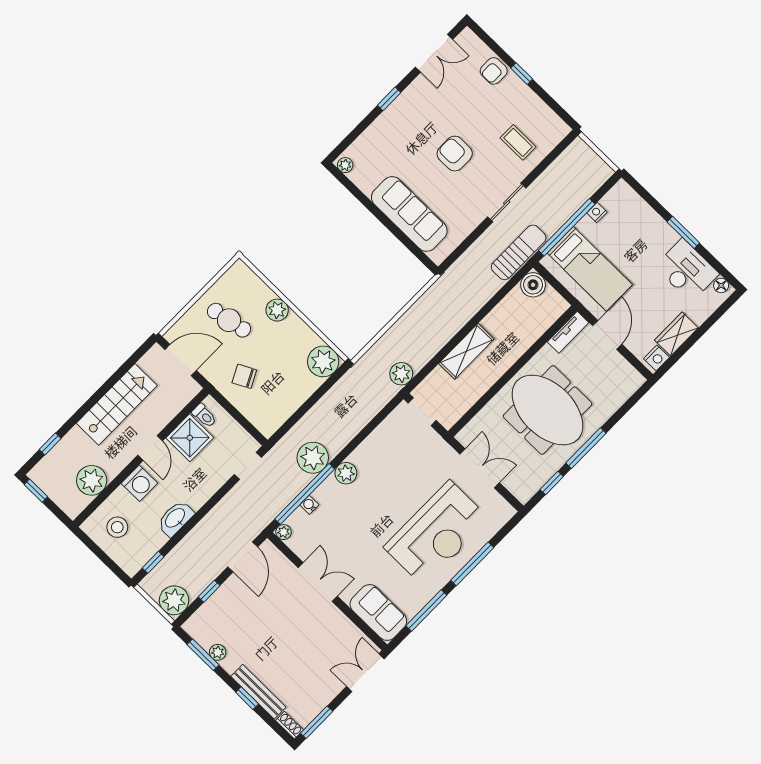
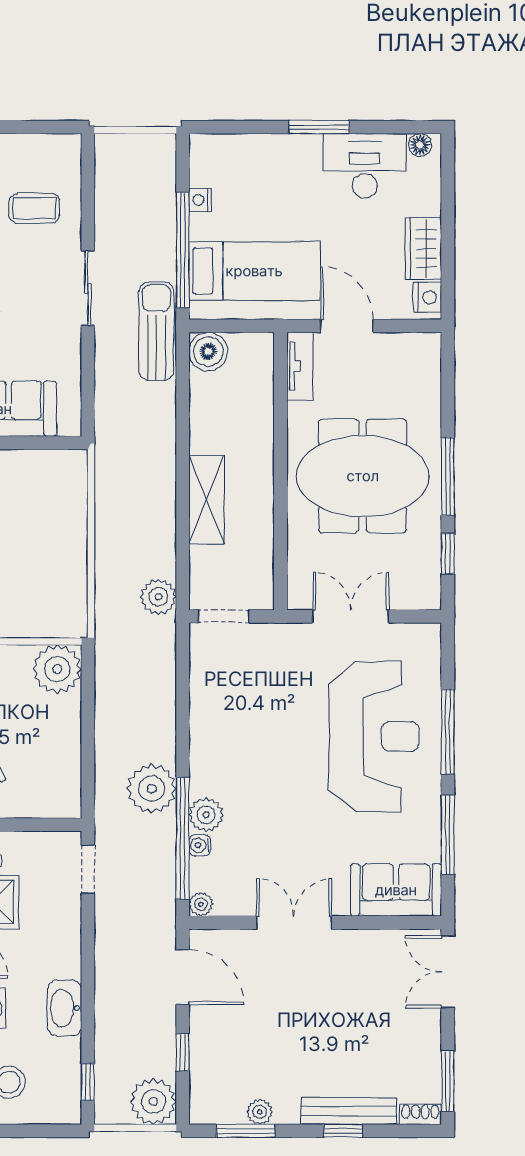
plant: (346, 473) -> (206, 815), moved

